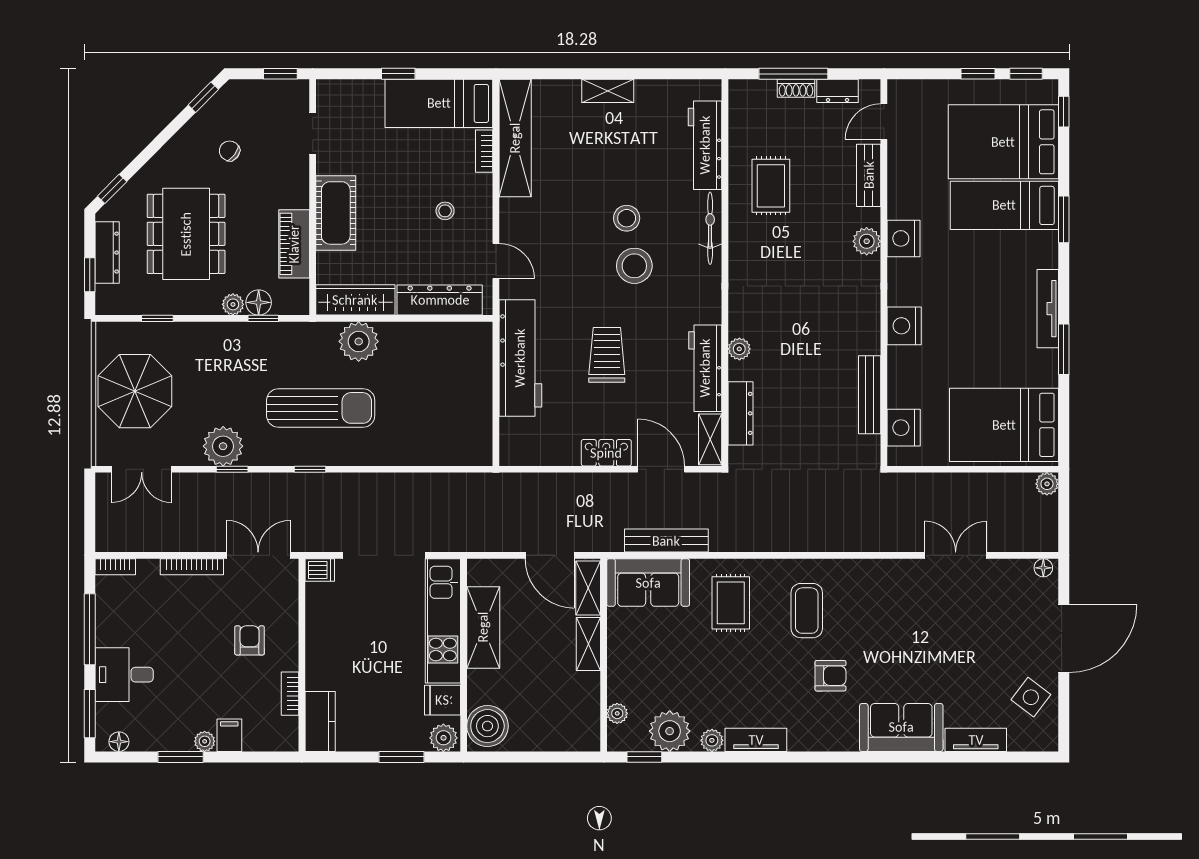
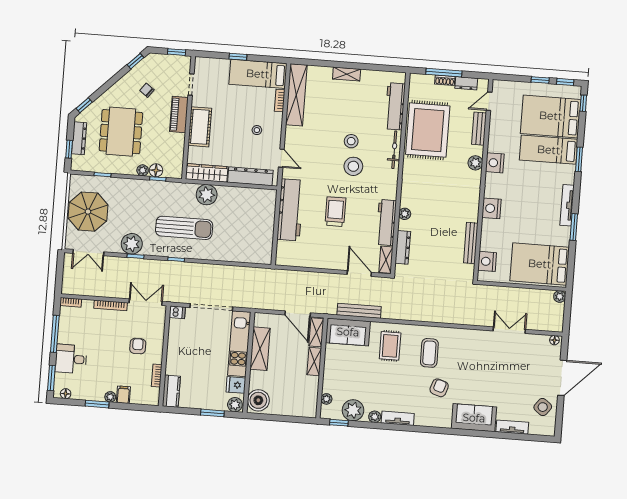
rug: (771, 186) -> (428, 130), width x1.86, depth x2.06
piano: (294, 244) -> (179, 115), moved
locker: (606, 453) -> (331, 263), removed
armchair: (830, 676) -> (439, 388), turned -72

